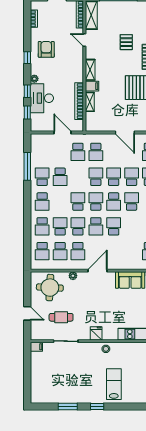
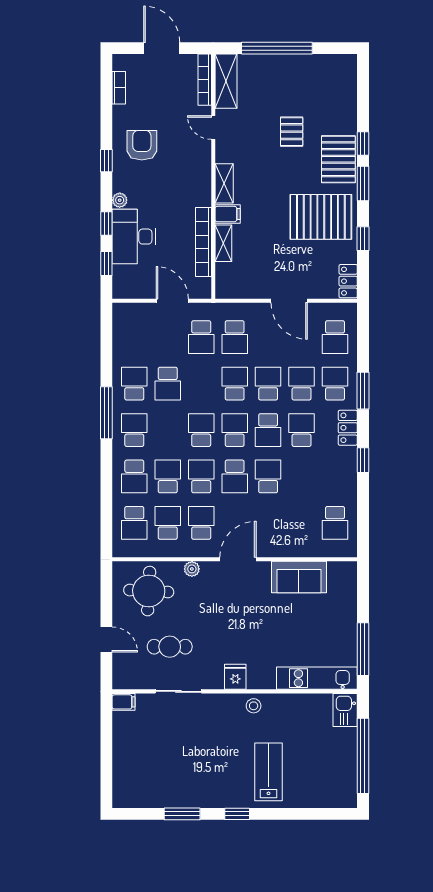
window: (27, 166) -> (106, 413), moved
school desk: (42, 202) -> (134, 430), turned 180
school desk: (60, 251) -> (168, 523), turned 180
school desk: (78, 251) -> (201, 523), turned 180

